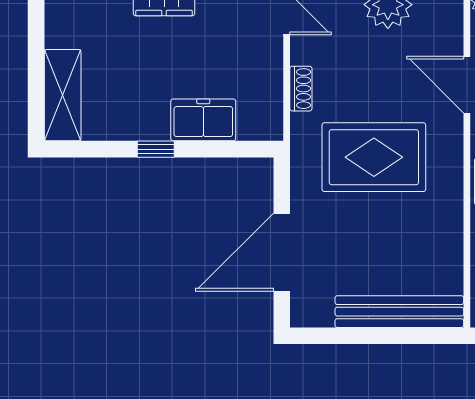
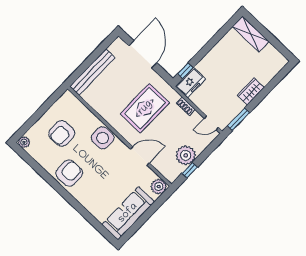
freezer: (203, 120) -> (190, 83), moved
window: (156, 149) -> (185, 71), moved

